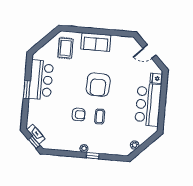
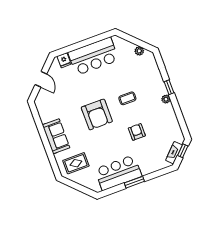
armchair: (98, 85) -> (97, 114), turned 88
armchair: (79, 115) -> (137, 132), moved

